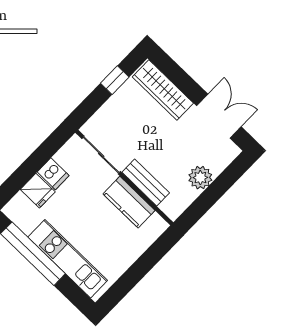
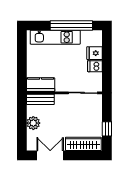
double door: (219, 116) -> (50, 155), swing flipped
bench: (146, 182) -> (40, 99), moved
kitchen counter: (129, 202) -> (41, 85), moved

